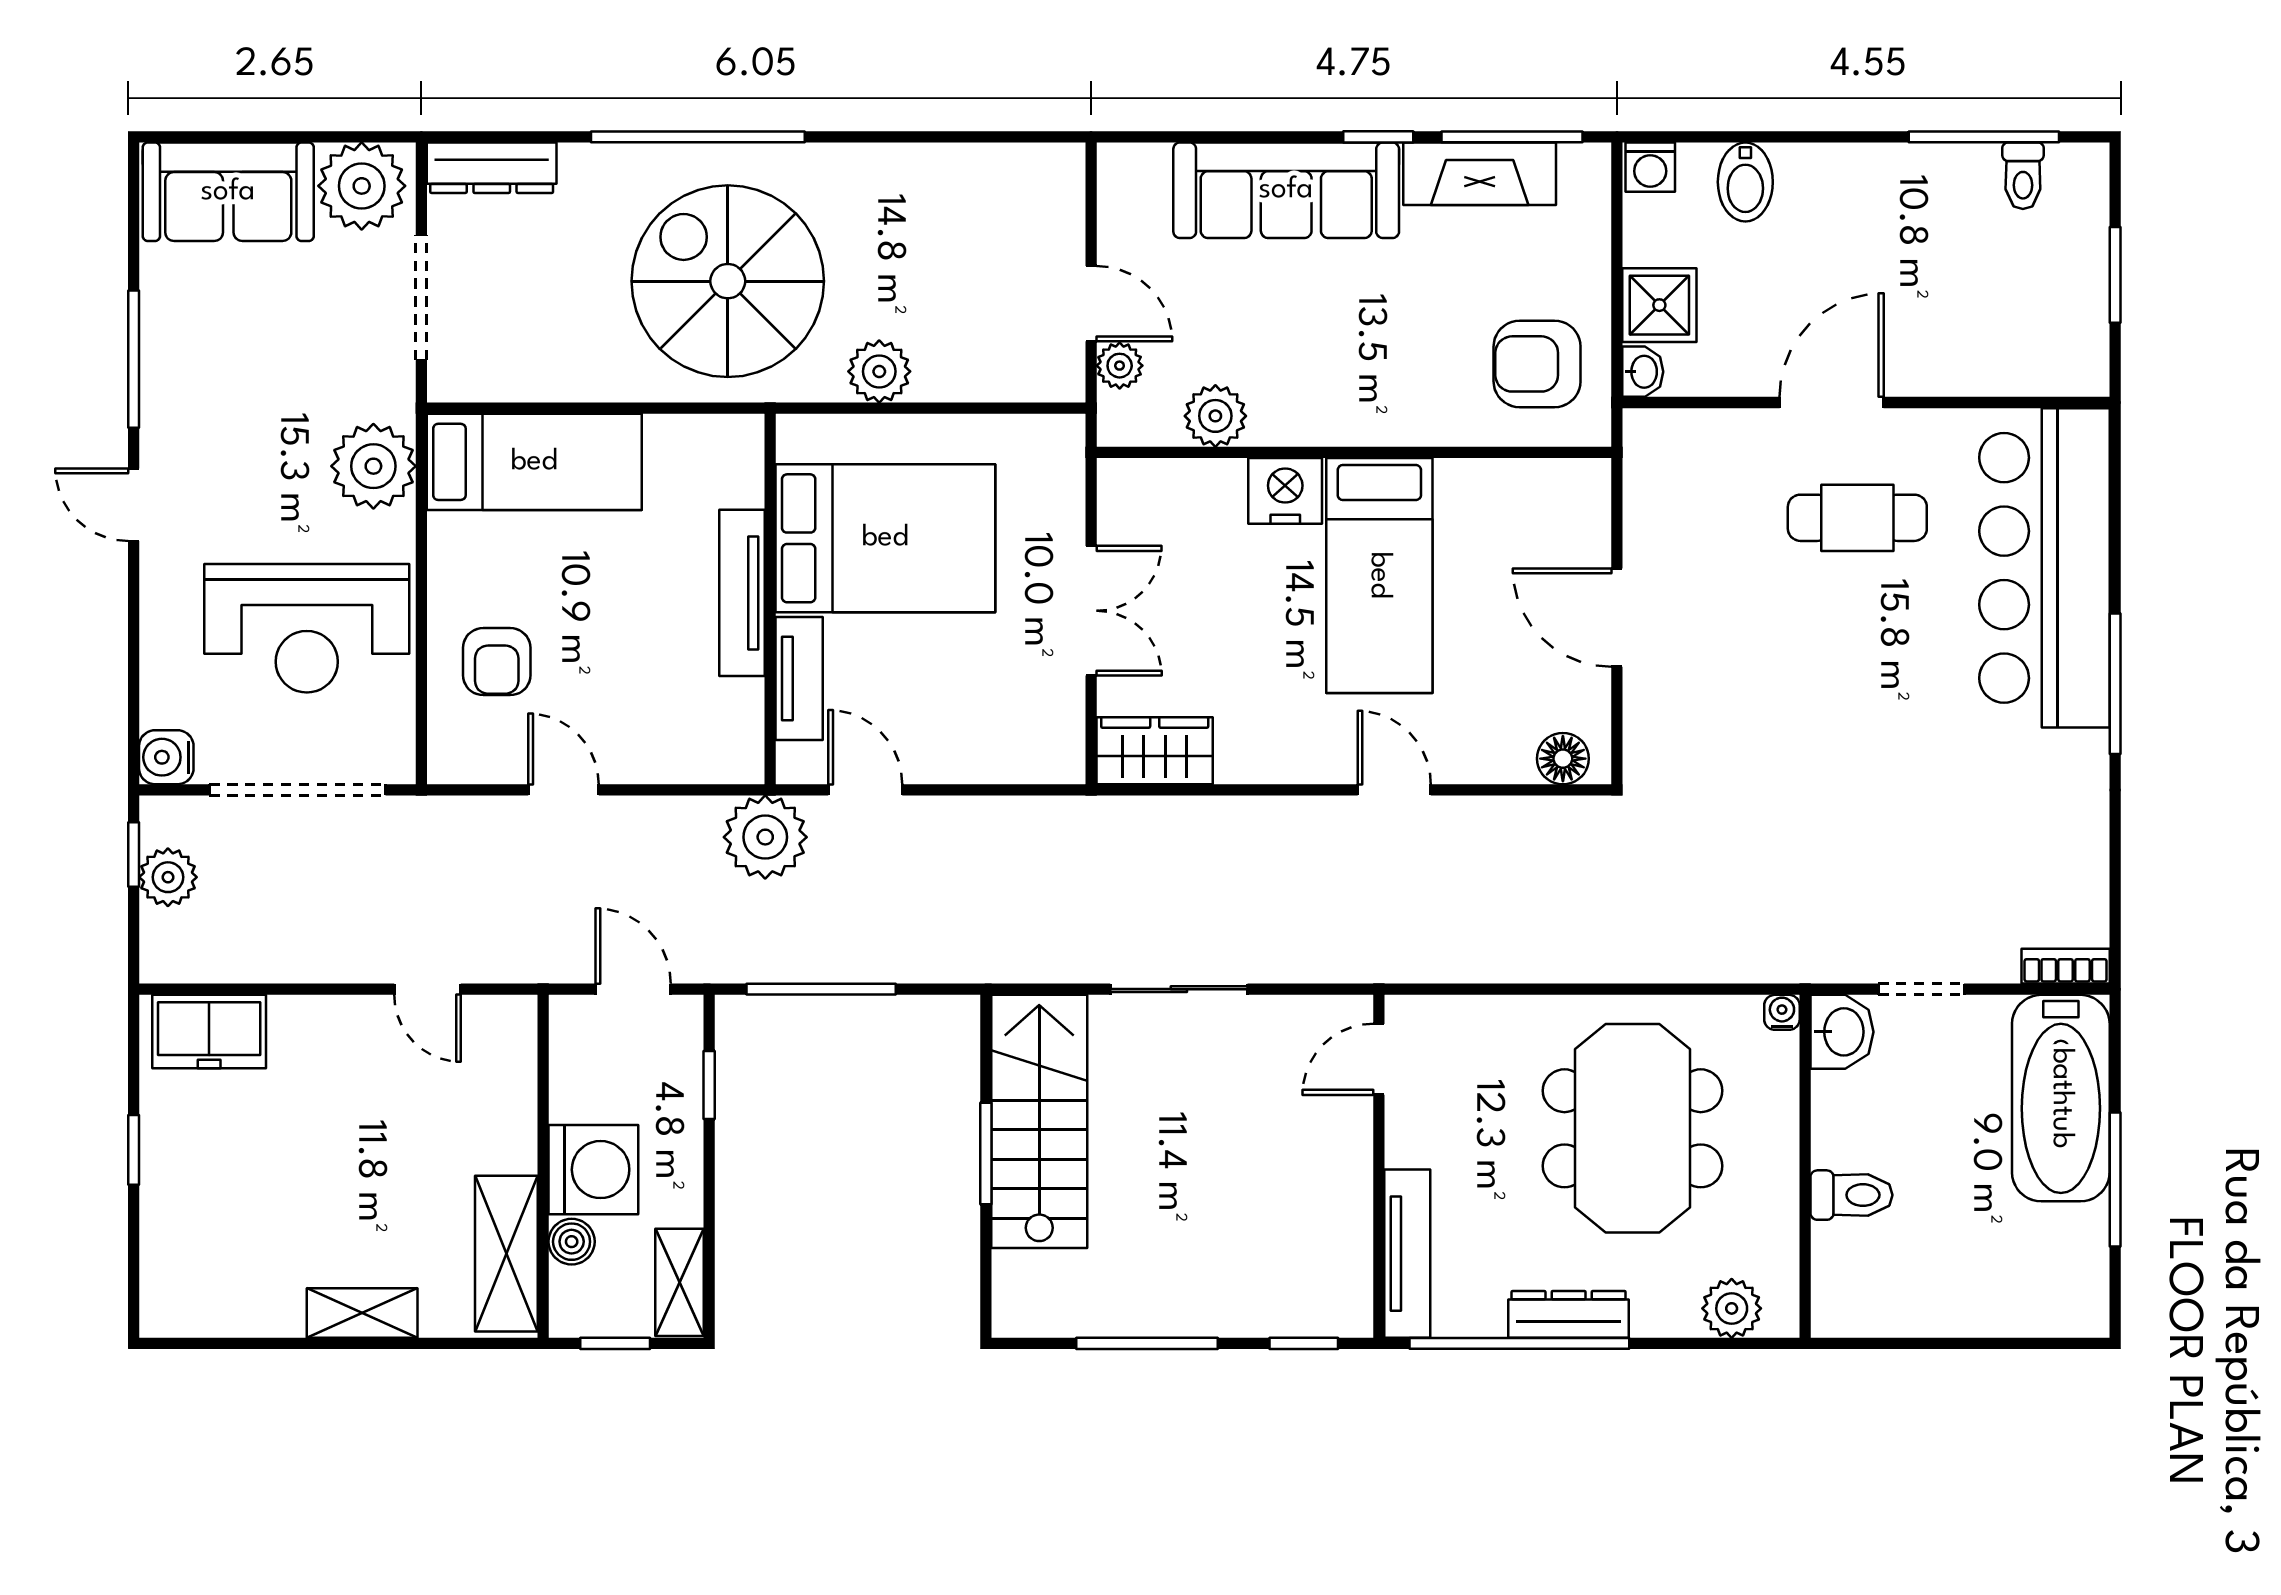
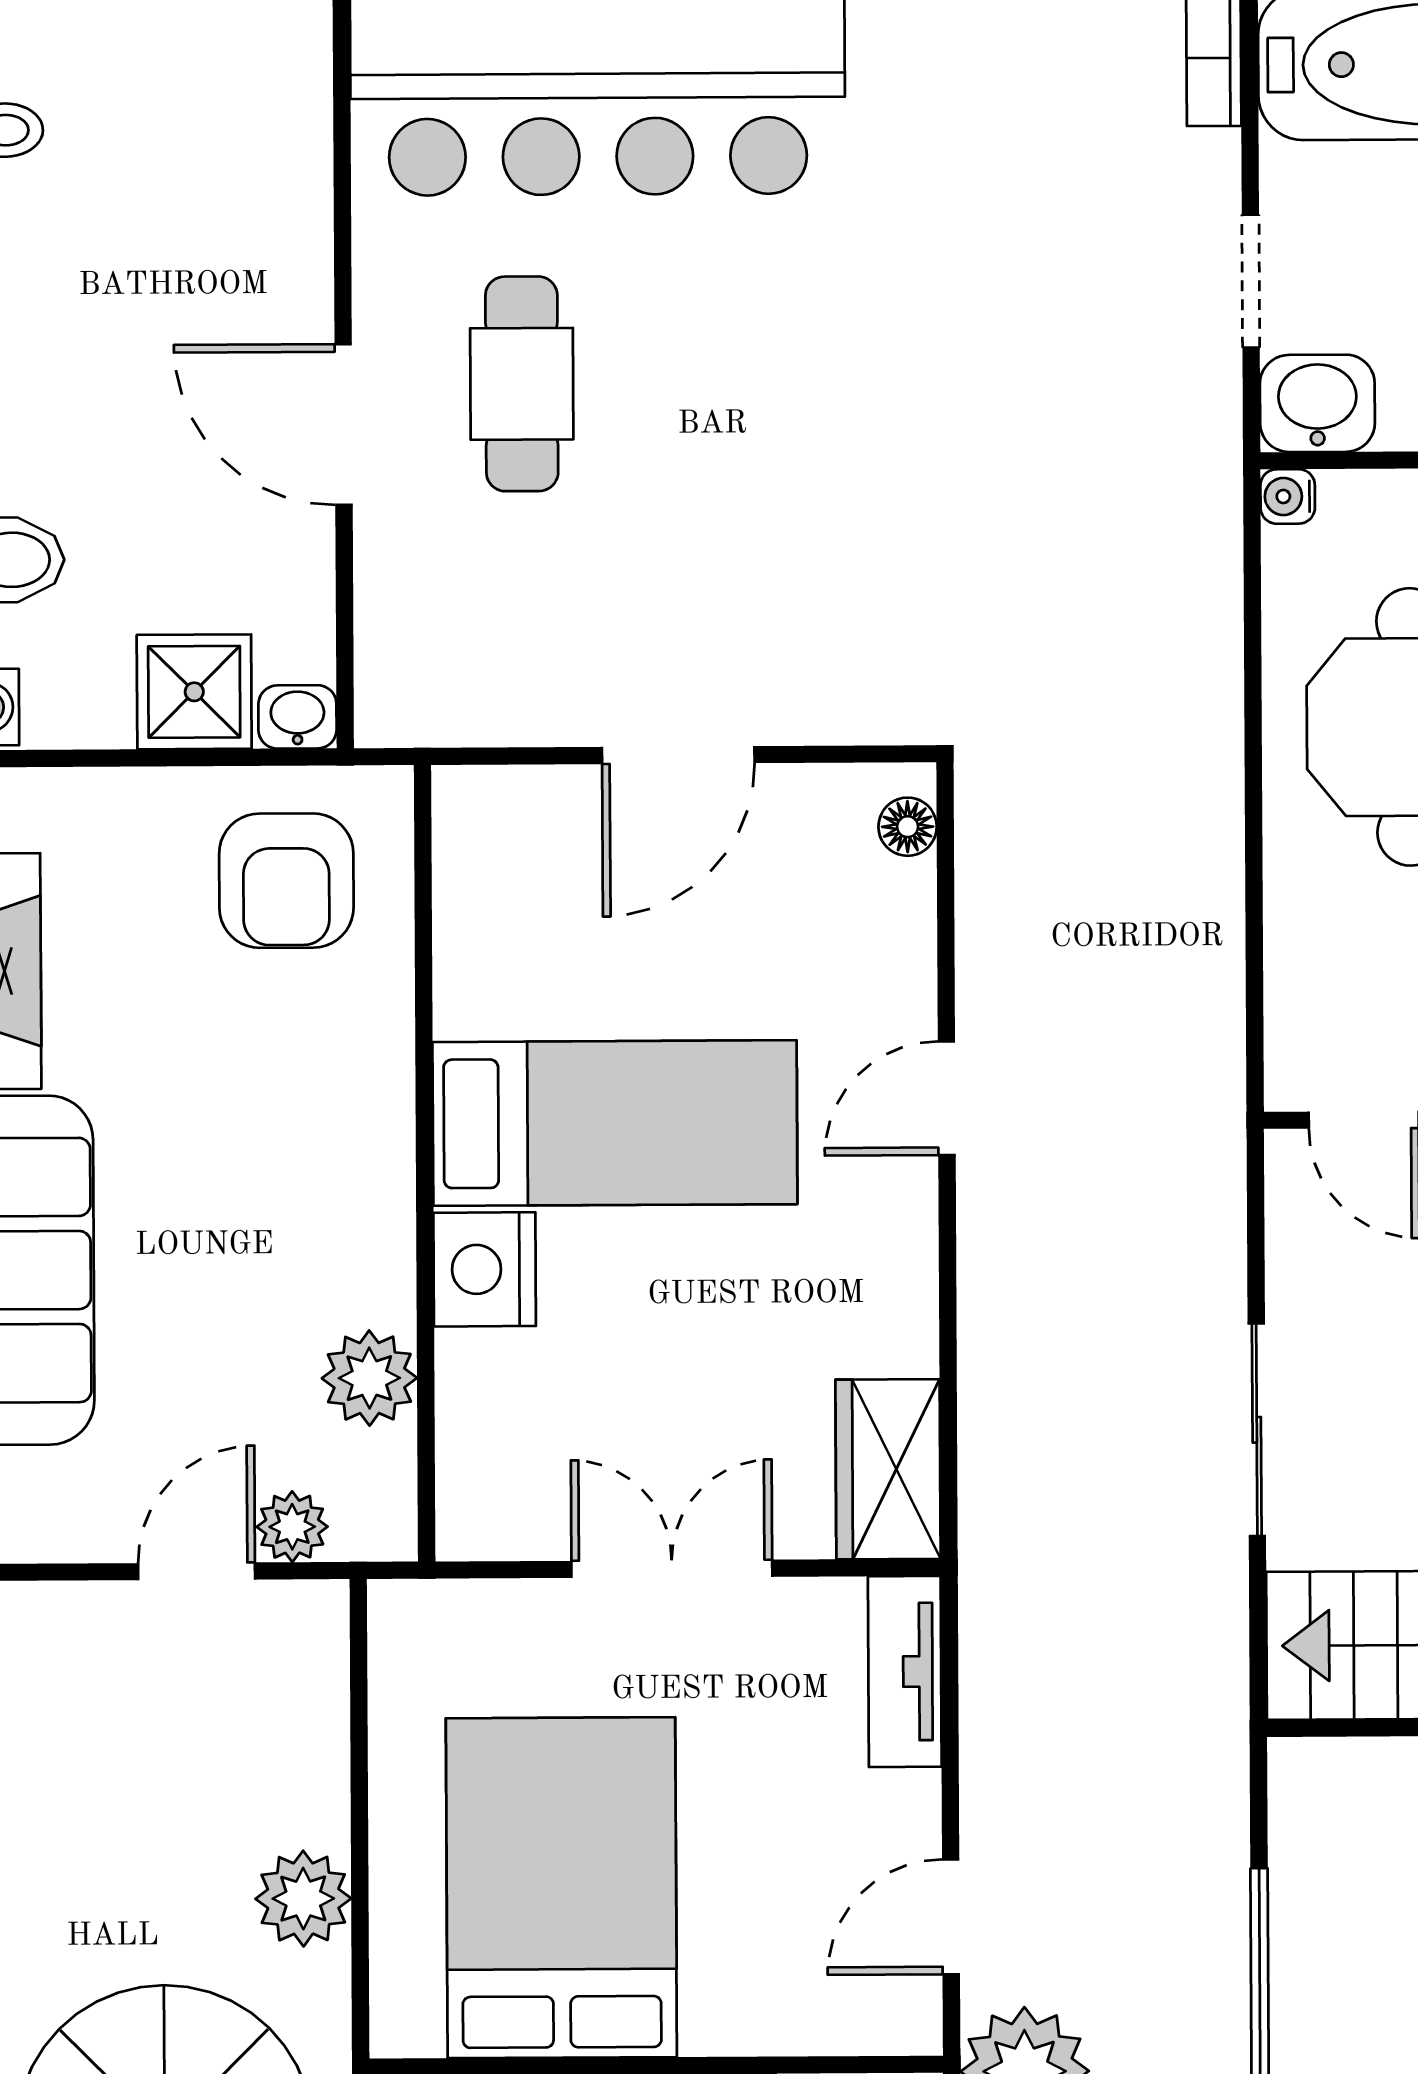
tv unit: (799, 679) -> (905, 1672), moved, turned -90
floor lamp: (1563, 759) -> (908, 827), width x0.73, depth x0.73

